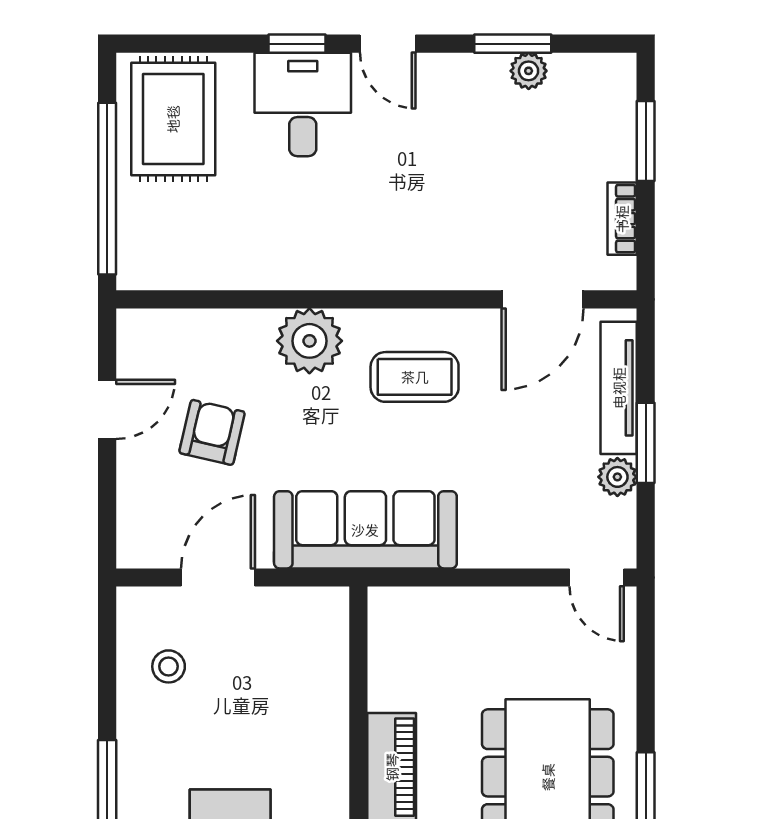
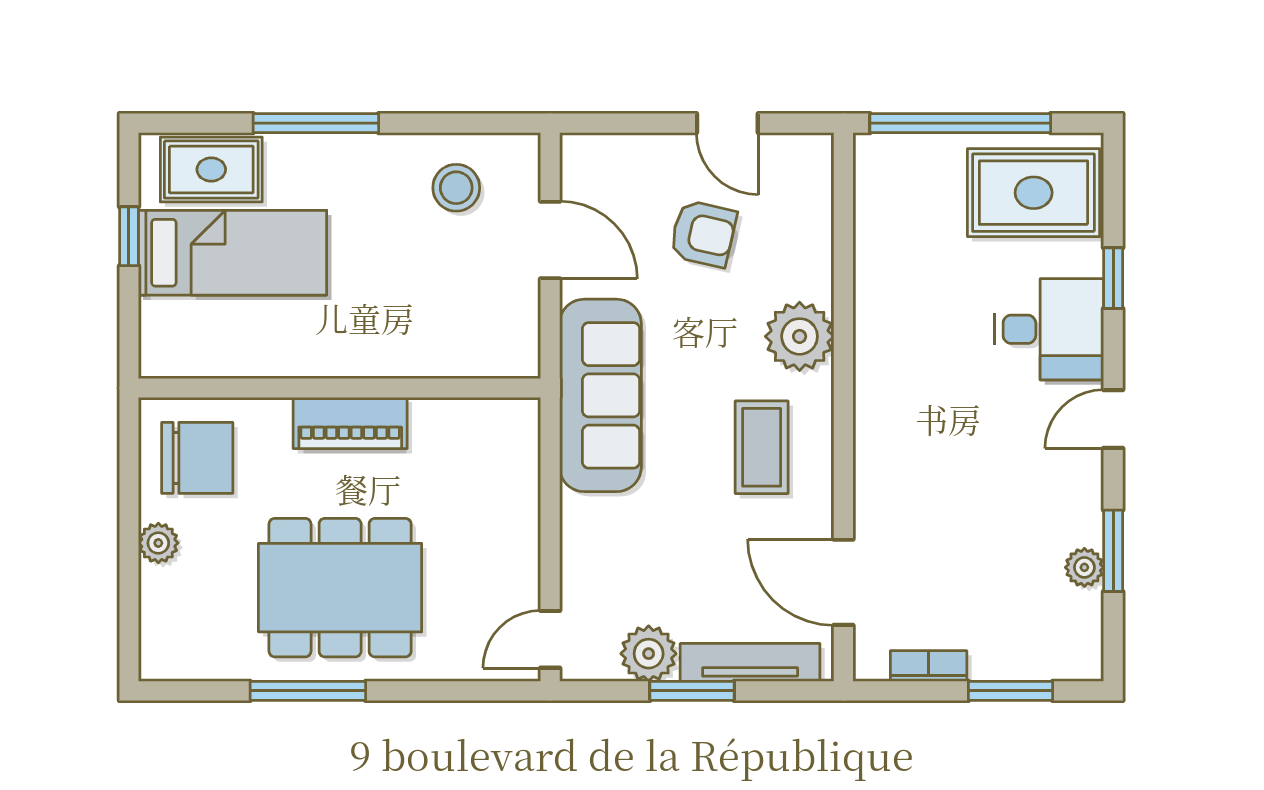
window: (297, 44) -> (1113, 278), moved
plant: (617, 477) -> (649, 654), width x1.38, depth x1.38
stool: (169, 666) -> (456, 188), width x1.37, depth x1.37

